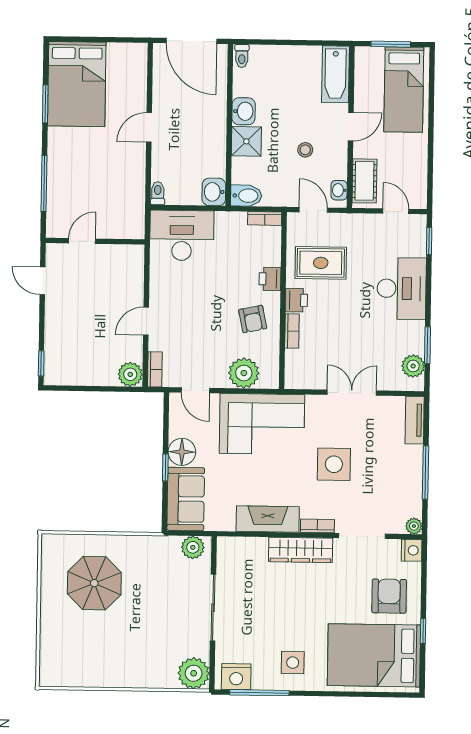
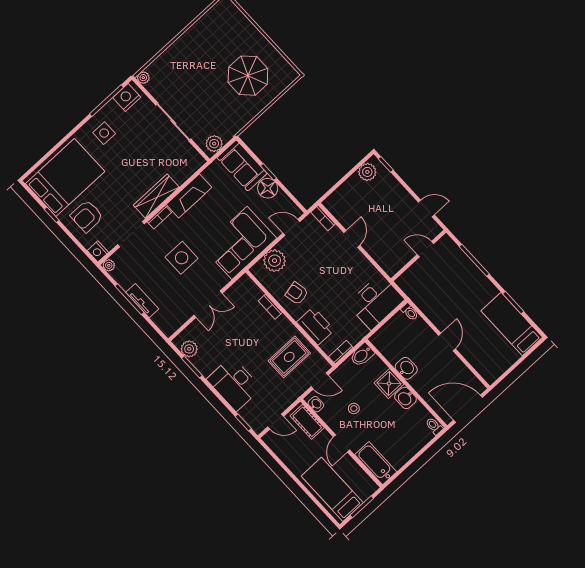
bed: (77, 84) -> (512, 324), width x0.67
washbasin: (214, 192) -> (406, 368), moved
door: (82, 241) -> (425, 249), swing flipped
printer: (270, 279) -> (316, 326), width x1.87, depth x1.48
printer: (296, 300) -> (283, 325), removed
plant: (130, 374) -> (367, 172), moved
tv unit: (415, 420) -> (142, 301), moved
armchair: (389, 596) -> (87, 216), turned 90
plant: (194, 673) -> (143, 78), width x0.53, depth x0.53

